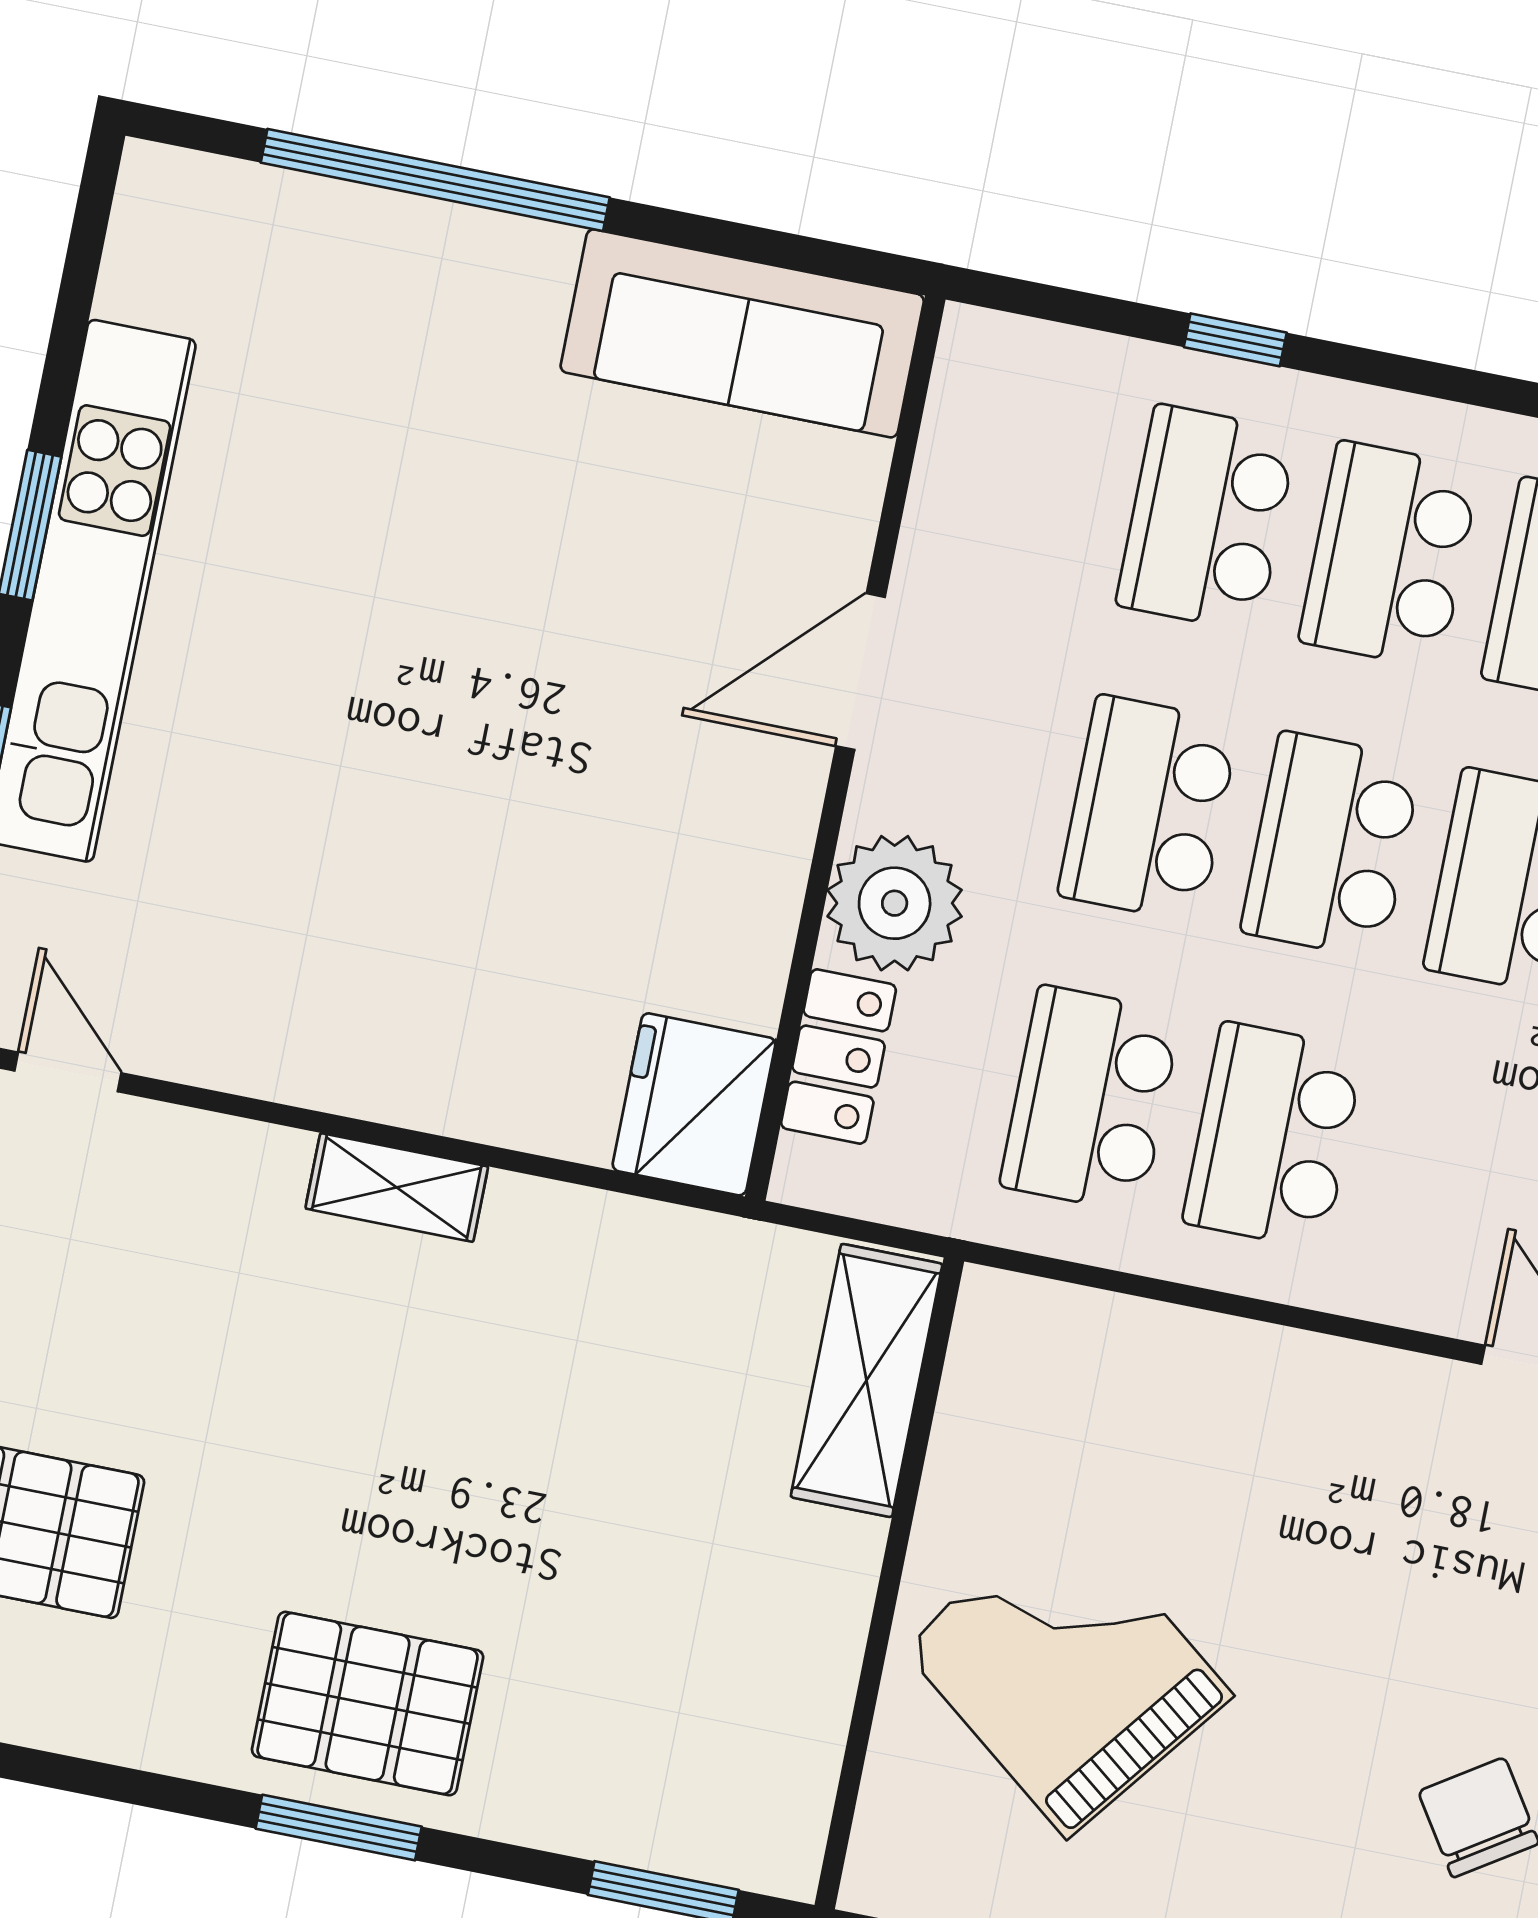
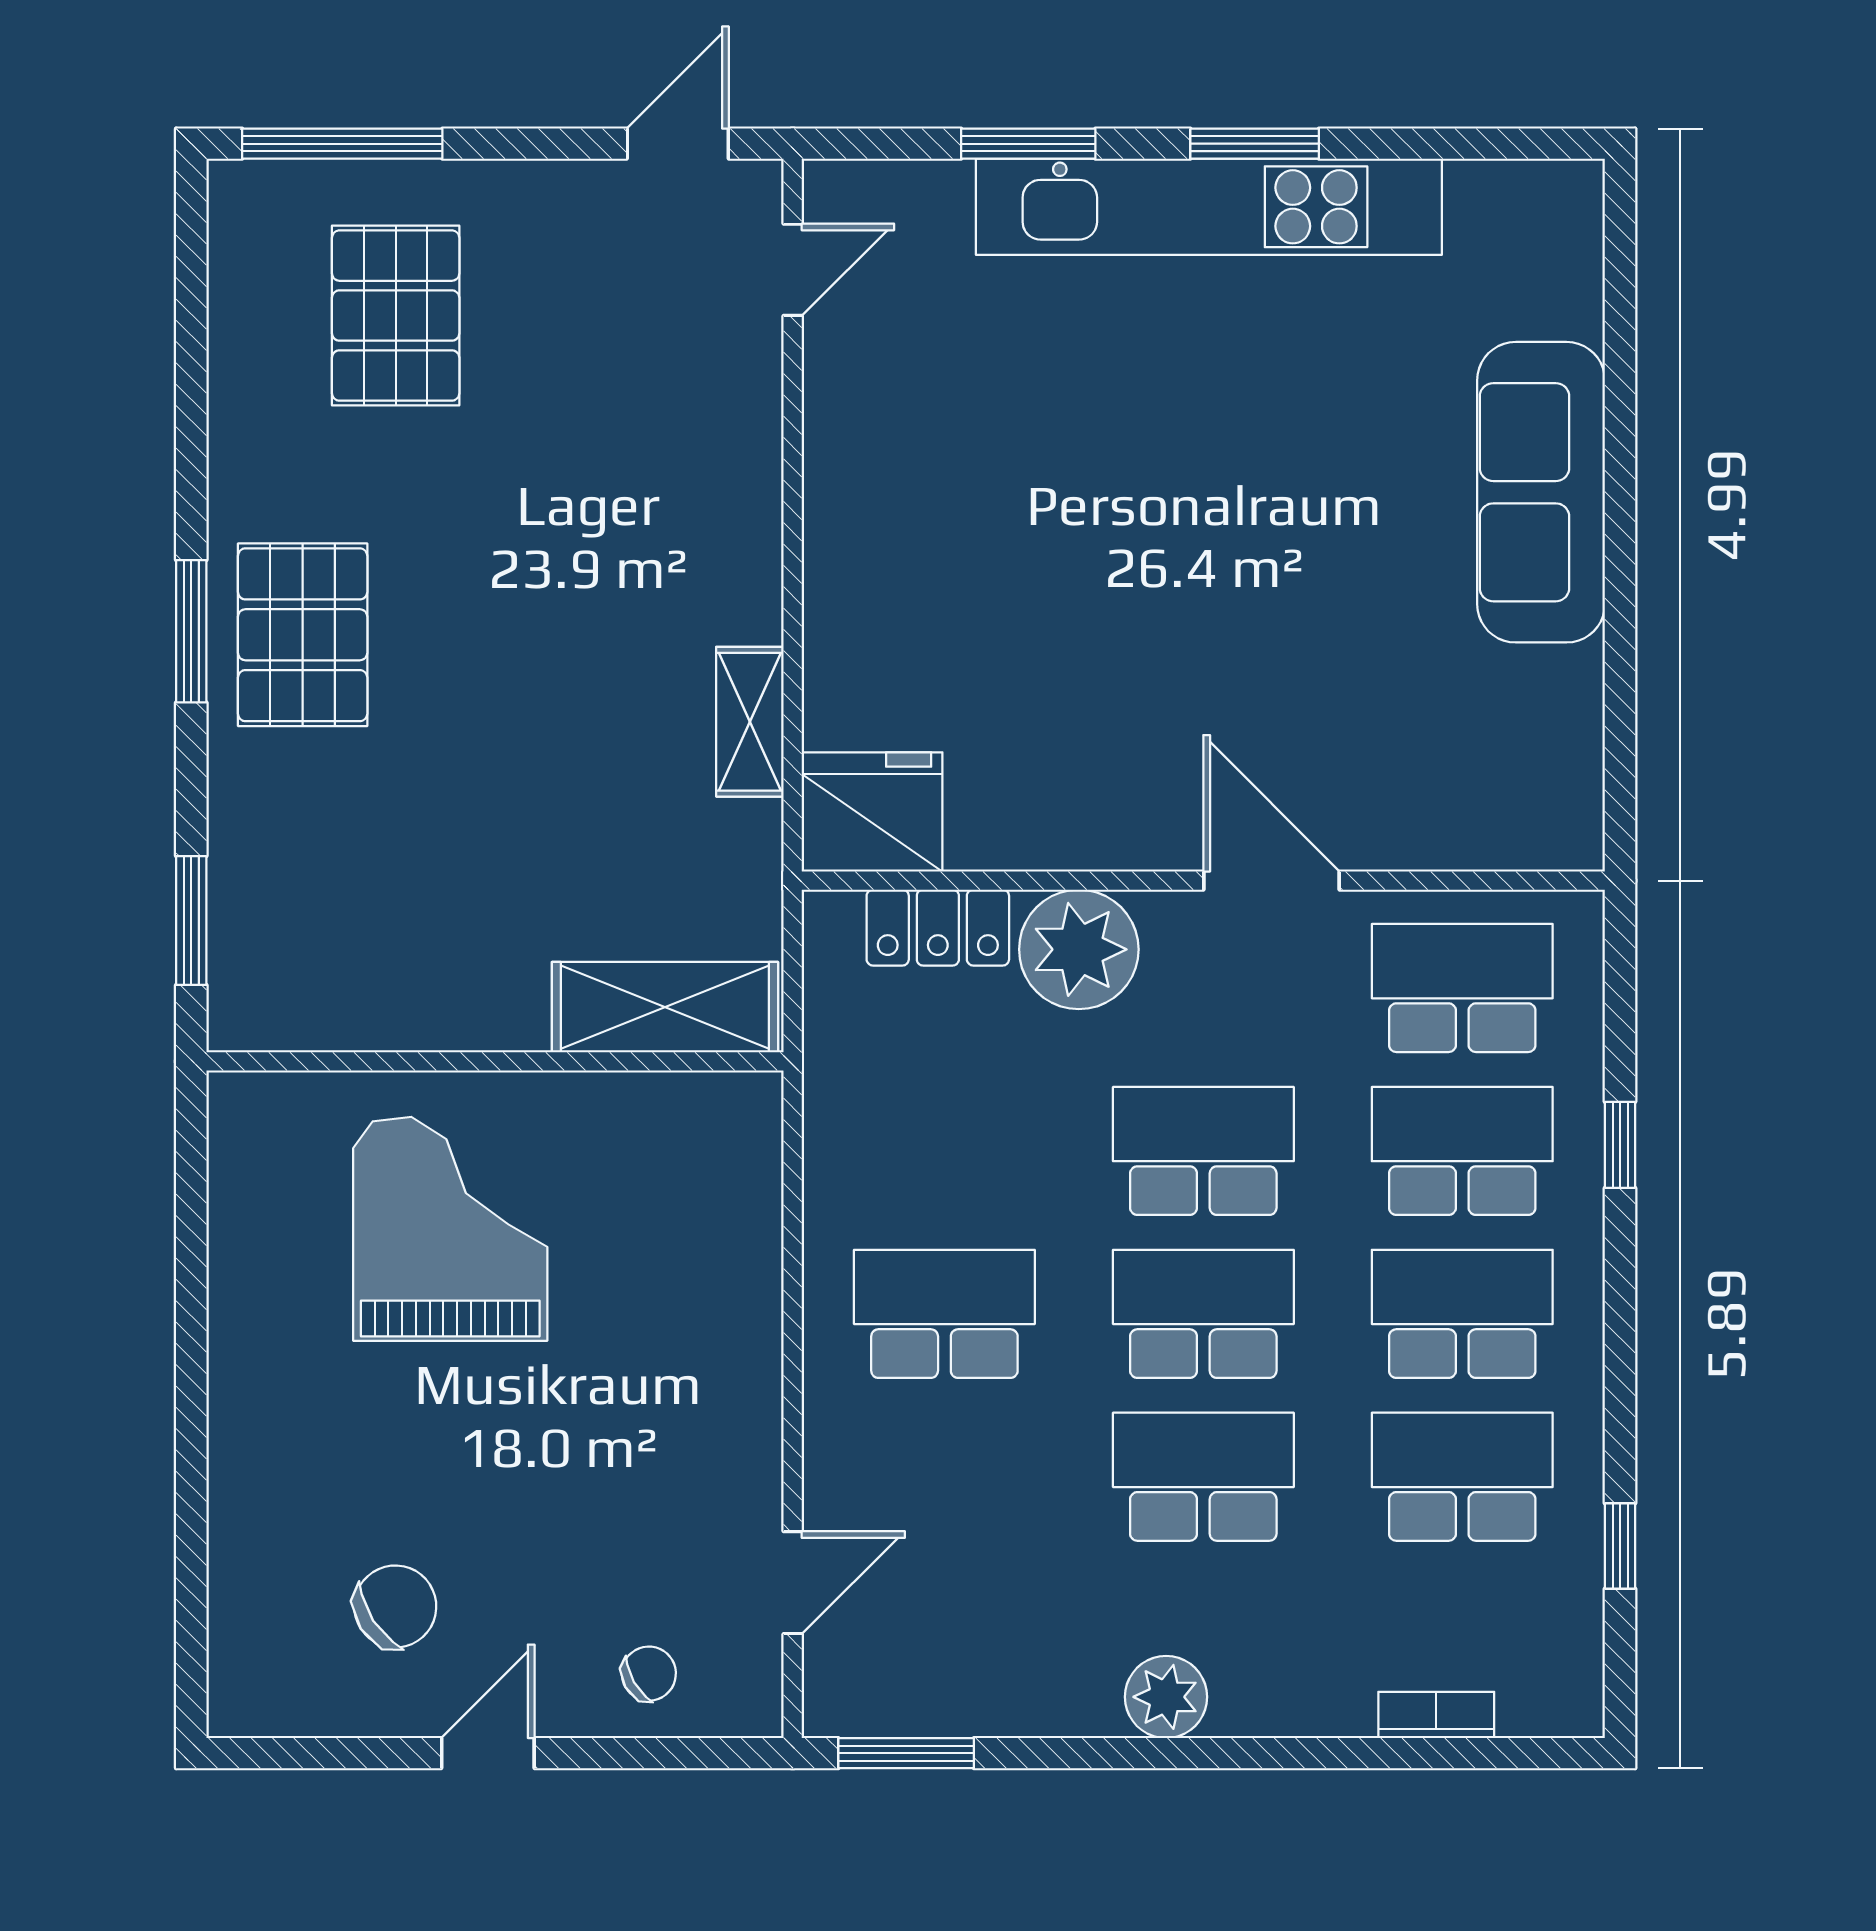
window: (435, 180) -> (1620, 432), removed
sofa: (742, 333) -> (1541, 492), moved
school desk: (1091, 1099) -> (1462, 988), moved
shelving: (397, 1187) -> (750, 722), moved
grand piano: (1067, 1671) -> (450, 1229), turned -38

